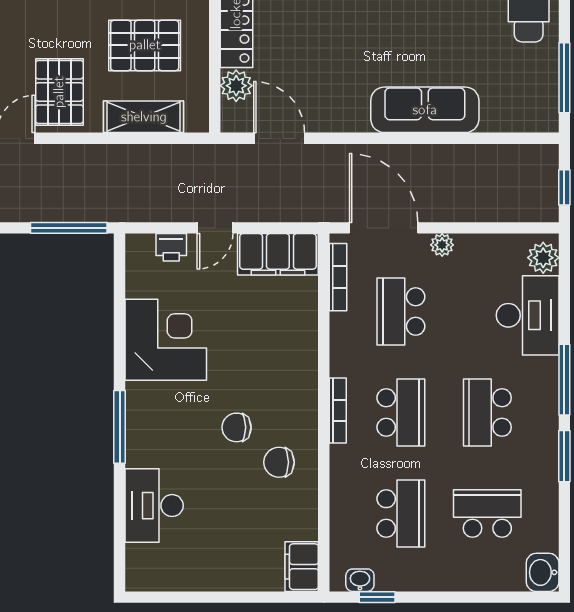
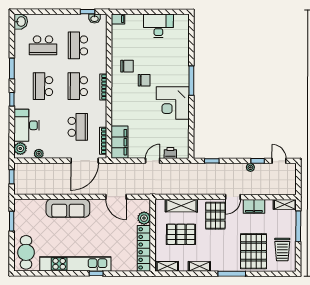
window: (564, 78) -> (12, 221), width x0.69
door: (279, 138) -> (116, 197), moved
window: (69, 228) -> (212, 161), width x0.46
door: (384, 228) -> (85, 161), hinge flipped
plant: (442, 245) -> (39, 154), moved
filing cabinet: (278, 254) -> (119, 142), moved, turned 90
corner desk: (166, 340) -> (173, 103), moved
window: (564, 380) -> (12, 99), width x0.46
school desk: (487, 412) -> (43, 86), turned 180
desk: (154, 506) -> (158, 26), moved, turned -90
filing cabinet: (302, 567) -> (118, 19), width x0.50

